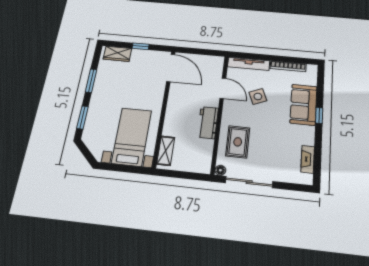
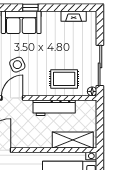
workbench: (208, 123) -> (54, 108), width x1.38
shelving: (166, 151) -> (73, 140), width x1.50, depth x1.33

